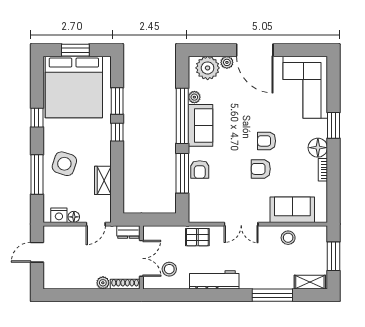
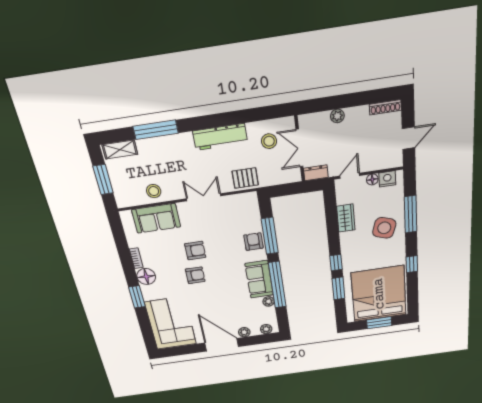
plant: (208, 68) -> (266, 329), width x0.53, depth x0.53
shoe rack: (125, 284) -> (385, 107), moved

